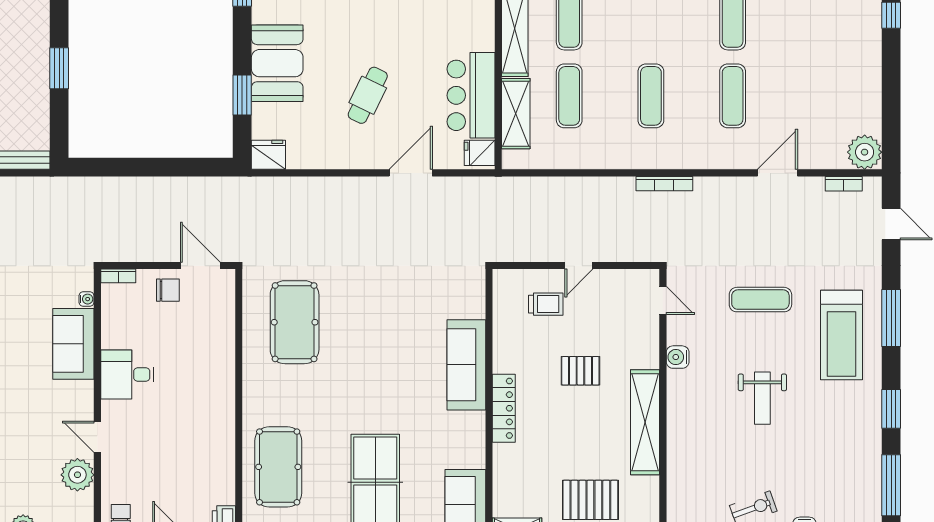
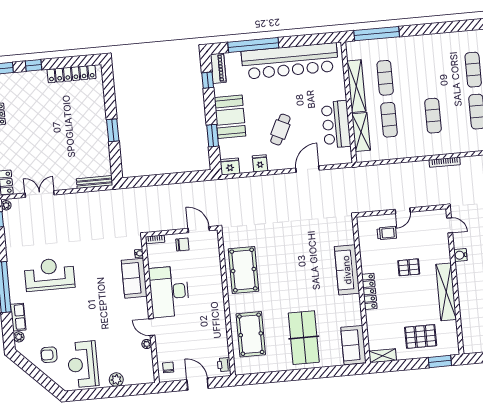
fridge: (480, 153) -> (260, 163), moved, turned 90
pool table: (295, 322) -> (243, 270), moved
desk: (127, 375) -> (169, 292), width x1.87, depth x1.30
plant: (77, 475) -> (147, 344), width x0.53, depth x0.53

